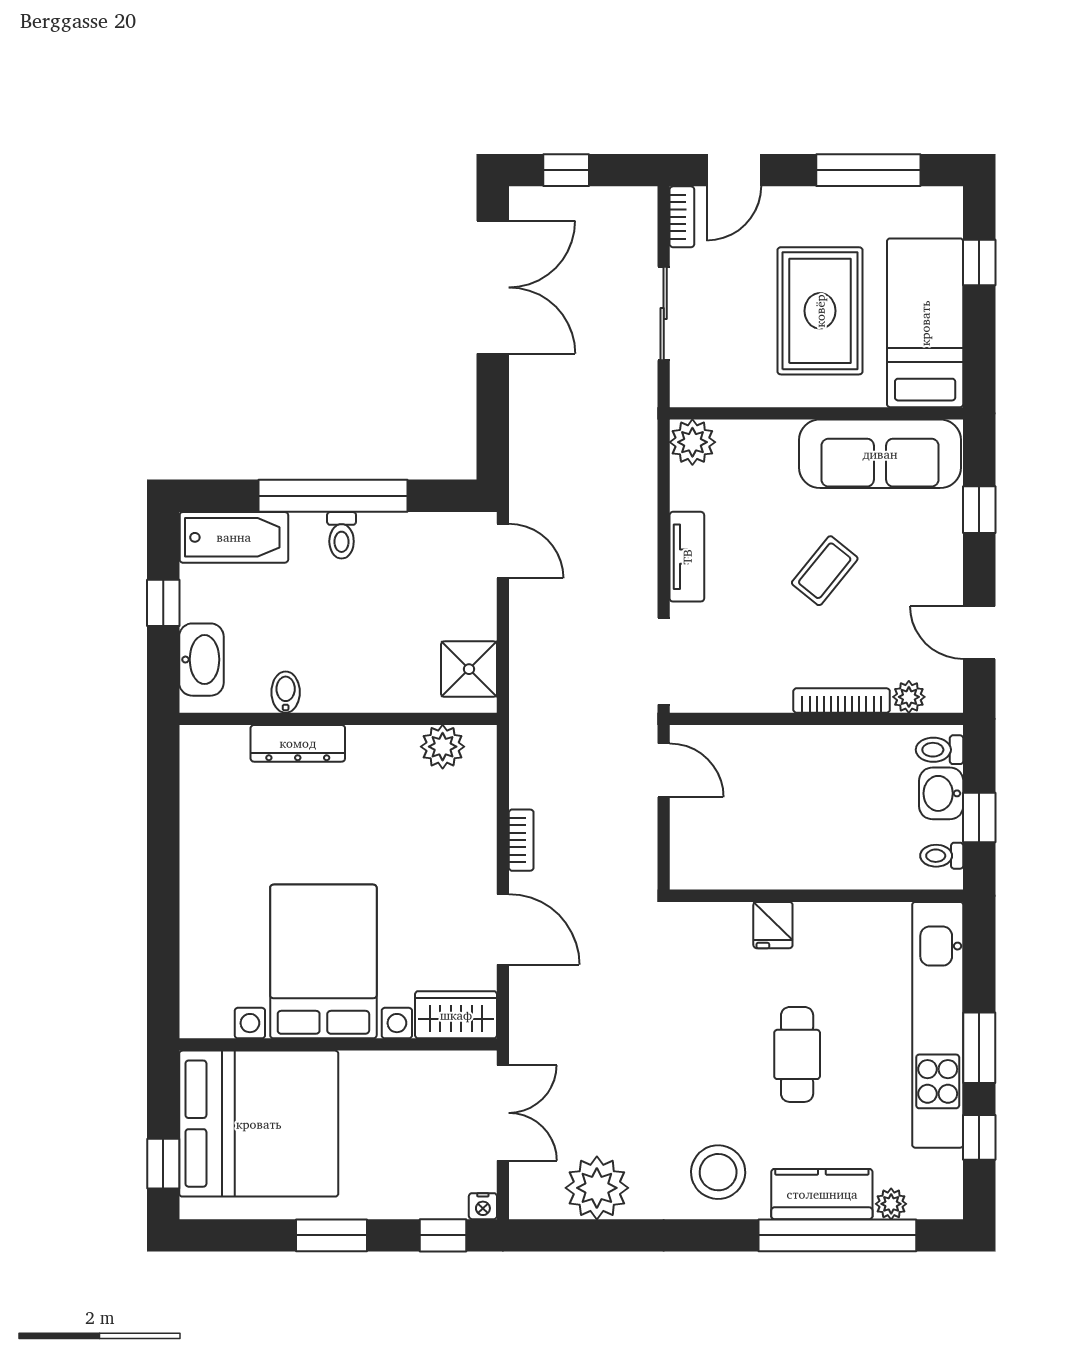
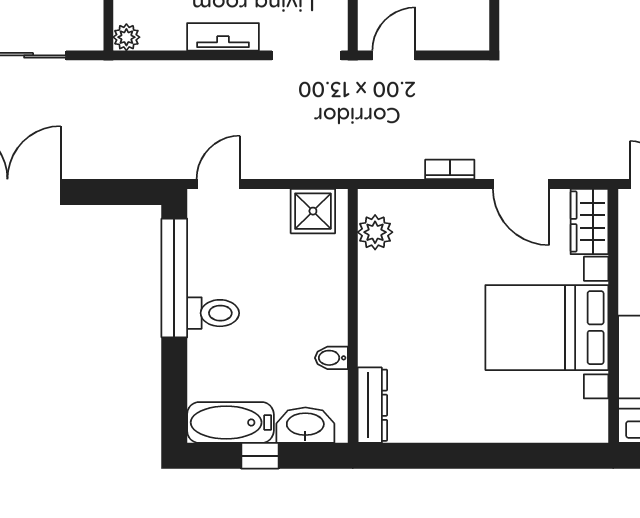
plant: (692, 442) -> (126, 37), width x0.73, depth x0.73
window: (333, 496) -> (174, 278), moved
toilet: (342, 535) -> (213, 313), width x1.37, depth x1.39
bathtub: (234, 537) -> (230, 422), moved, turned -90
dresser: (298, 743) -> (372, 405), moved
door: (503, 929) -> (521, 184), swing flipped

